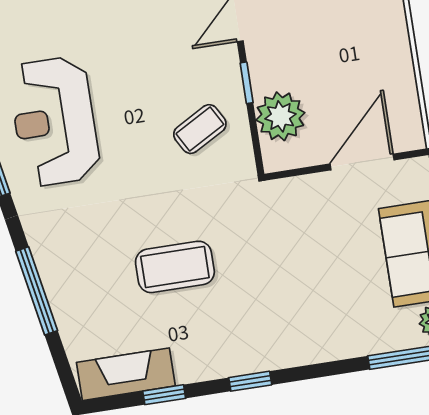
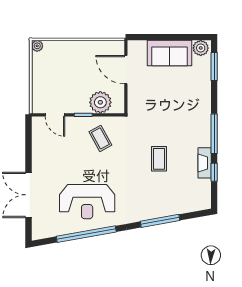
coffee table: (175, 267) -> (159, 159), width x0.73, depth x0.77
fireplace: (126, 374) -> (205, 163), moved, width x0.73, depth x0.76
window: (250, 381) -> (214, 134), width x2.17

